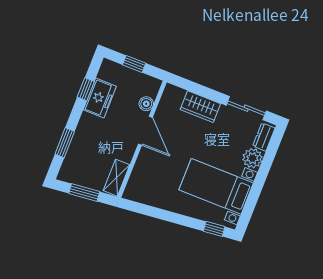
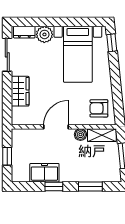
window: (86, 89) -> (54, 186), moved
boiler: (146, 104) -> (80, 135), moved
armchair: (147, 186) -> (99, 108), added

